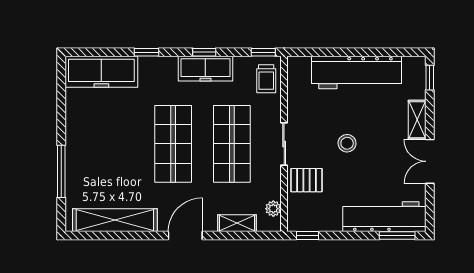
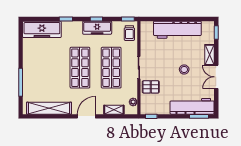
stool: (347, 143) -> (184, 70), moved

